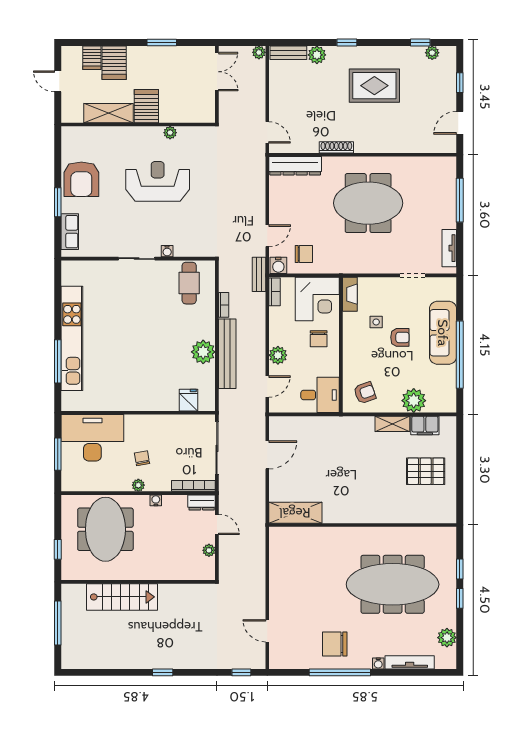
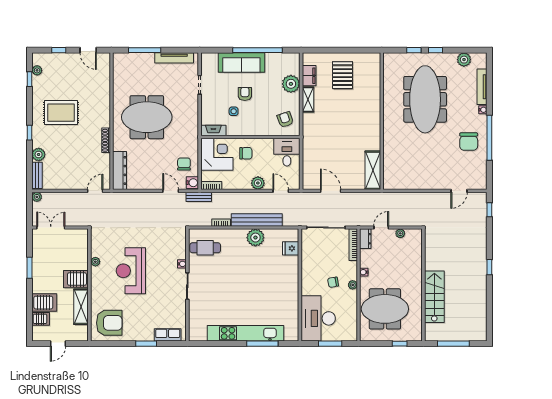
rug: (374, 86) -> (61, 113), turned 90
armchair: (81, 179) -> (109, 323), moved
meeting table: (368, 203) -> (147, 117), turned 90
tv unit: (449, 248) -> (174, 58), width x1.41

